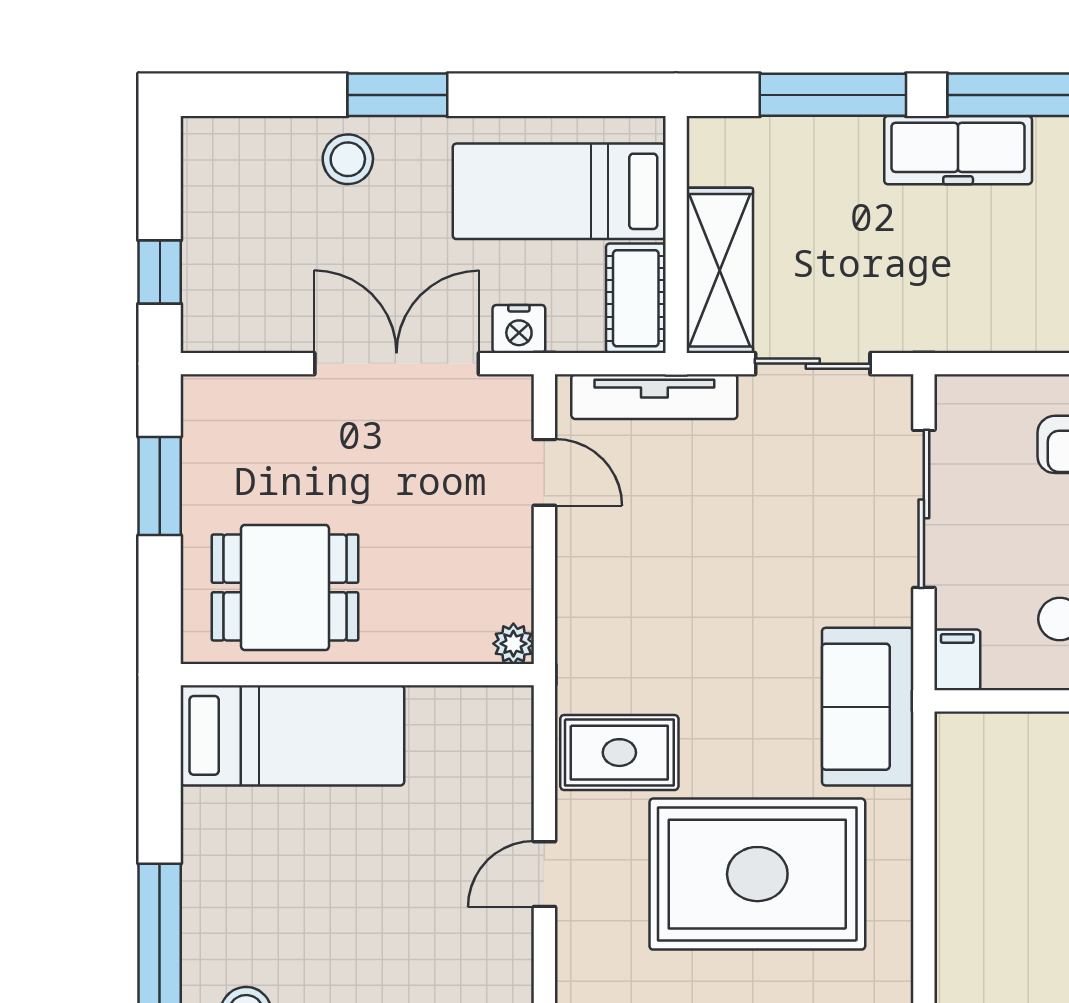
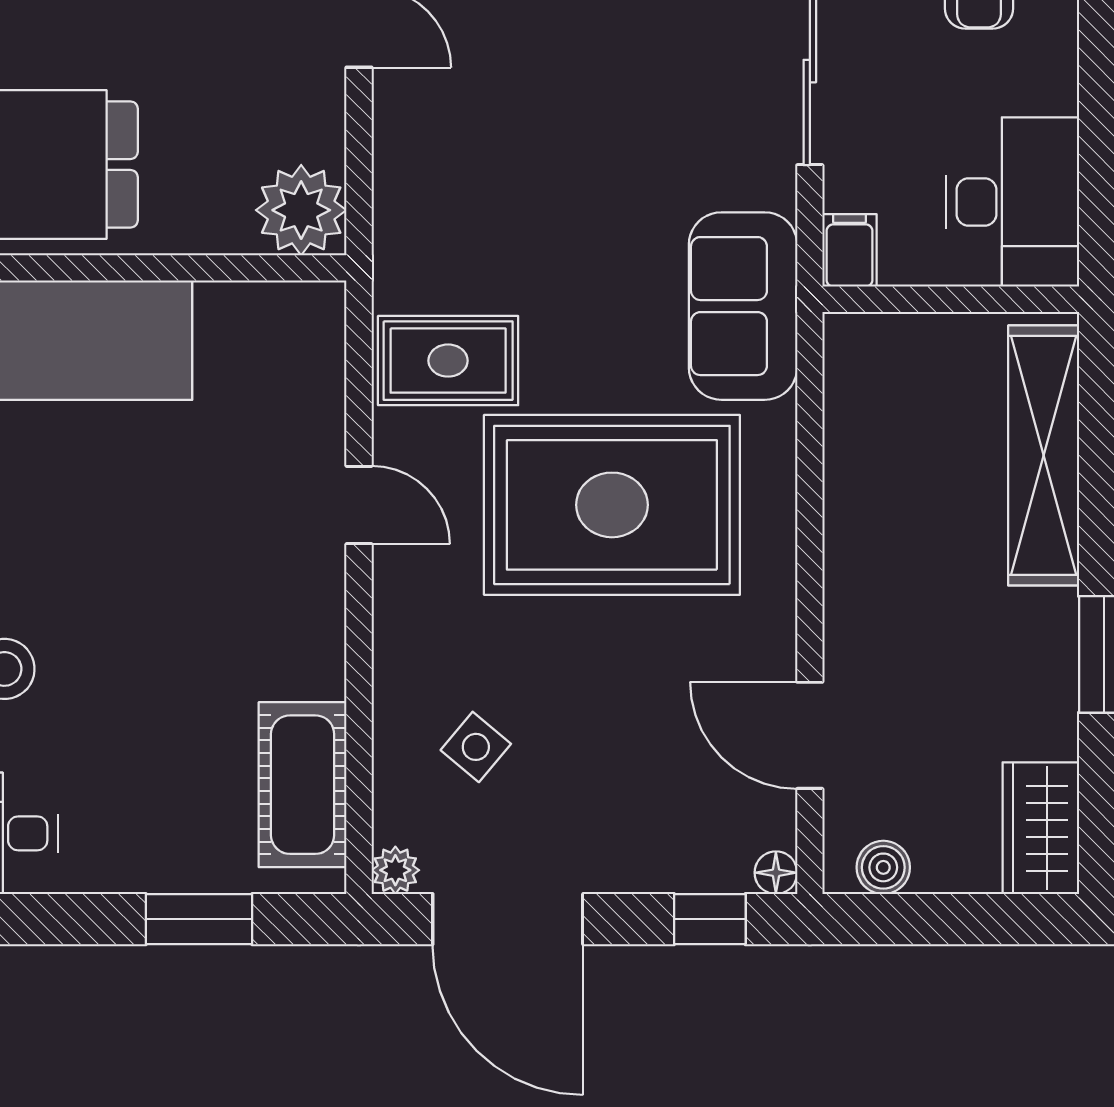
plant: (513, 644) -> (301, 210), width x1.88, depth x1.88
door: (544, 874) -> (359, 505), swing flipped

